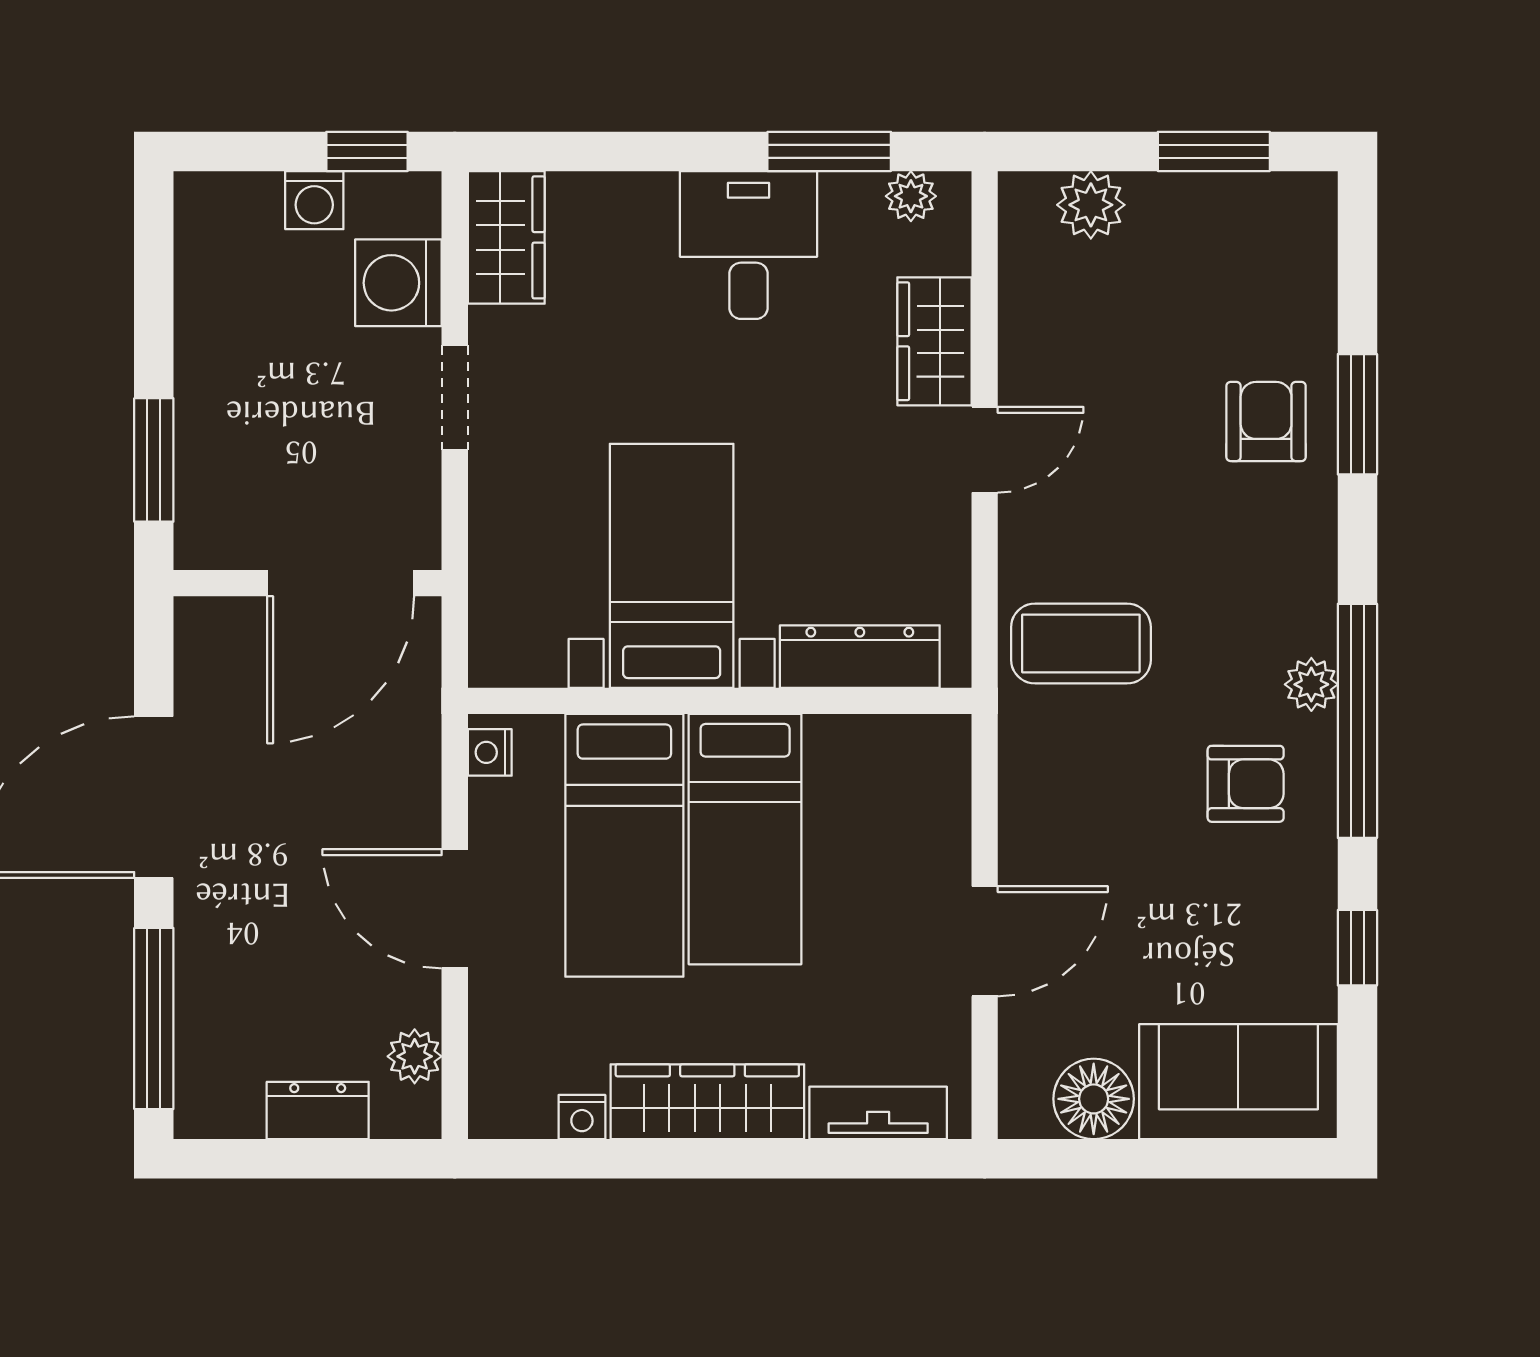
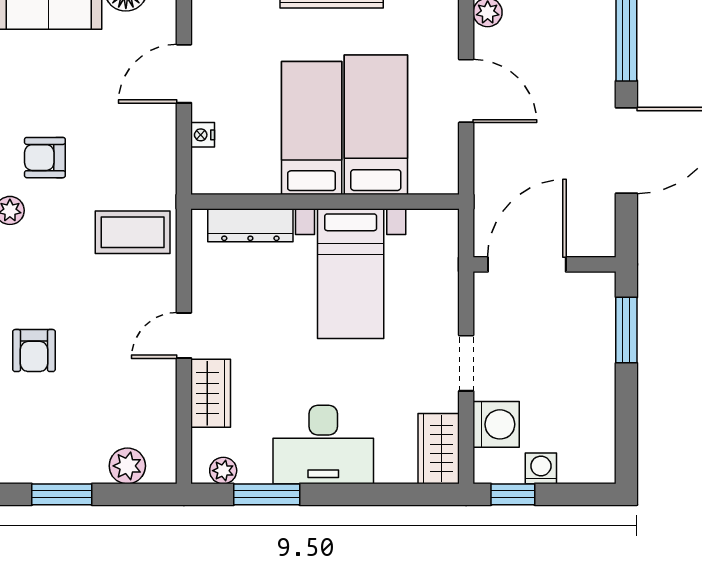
desk: (749, 245) -> (323, 445), width x1.37
nightstand: (490, 752) -> (203, 135), moved, turned 180

